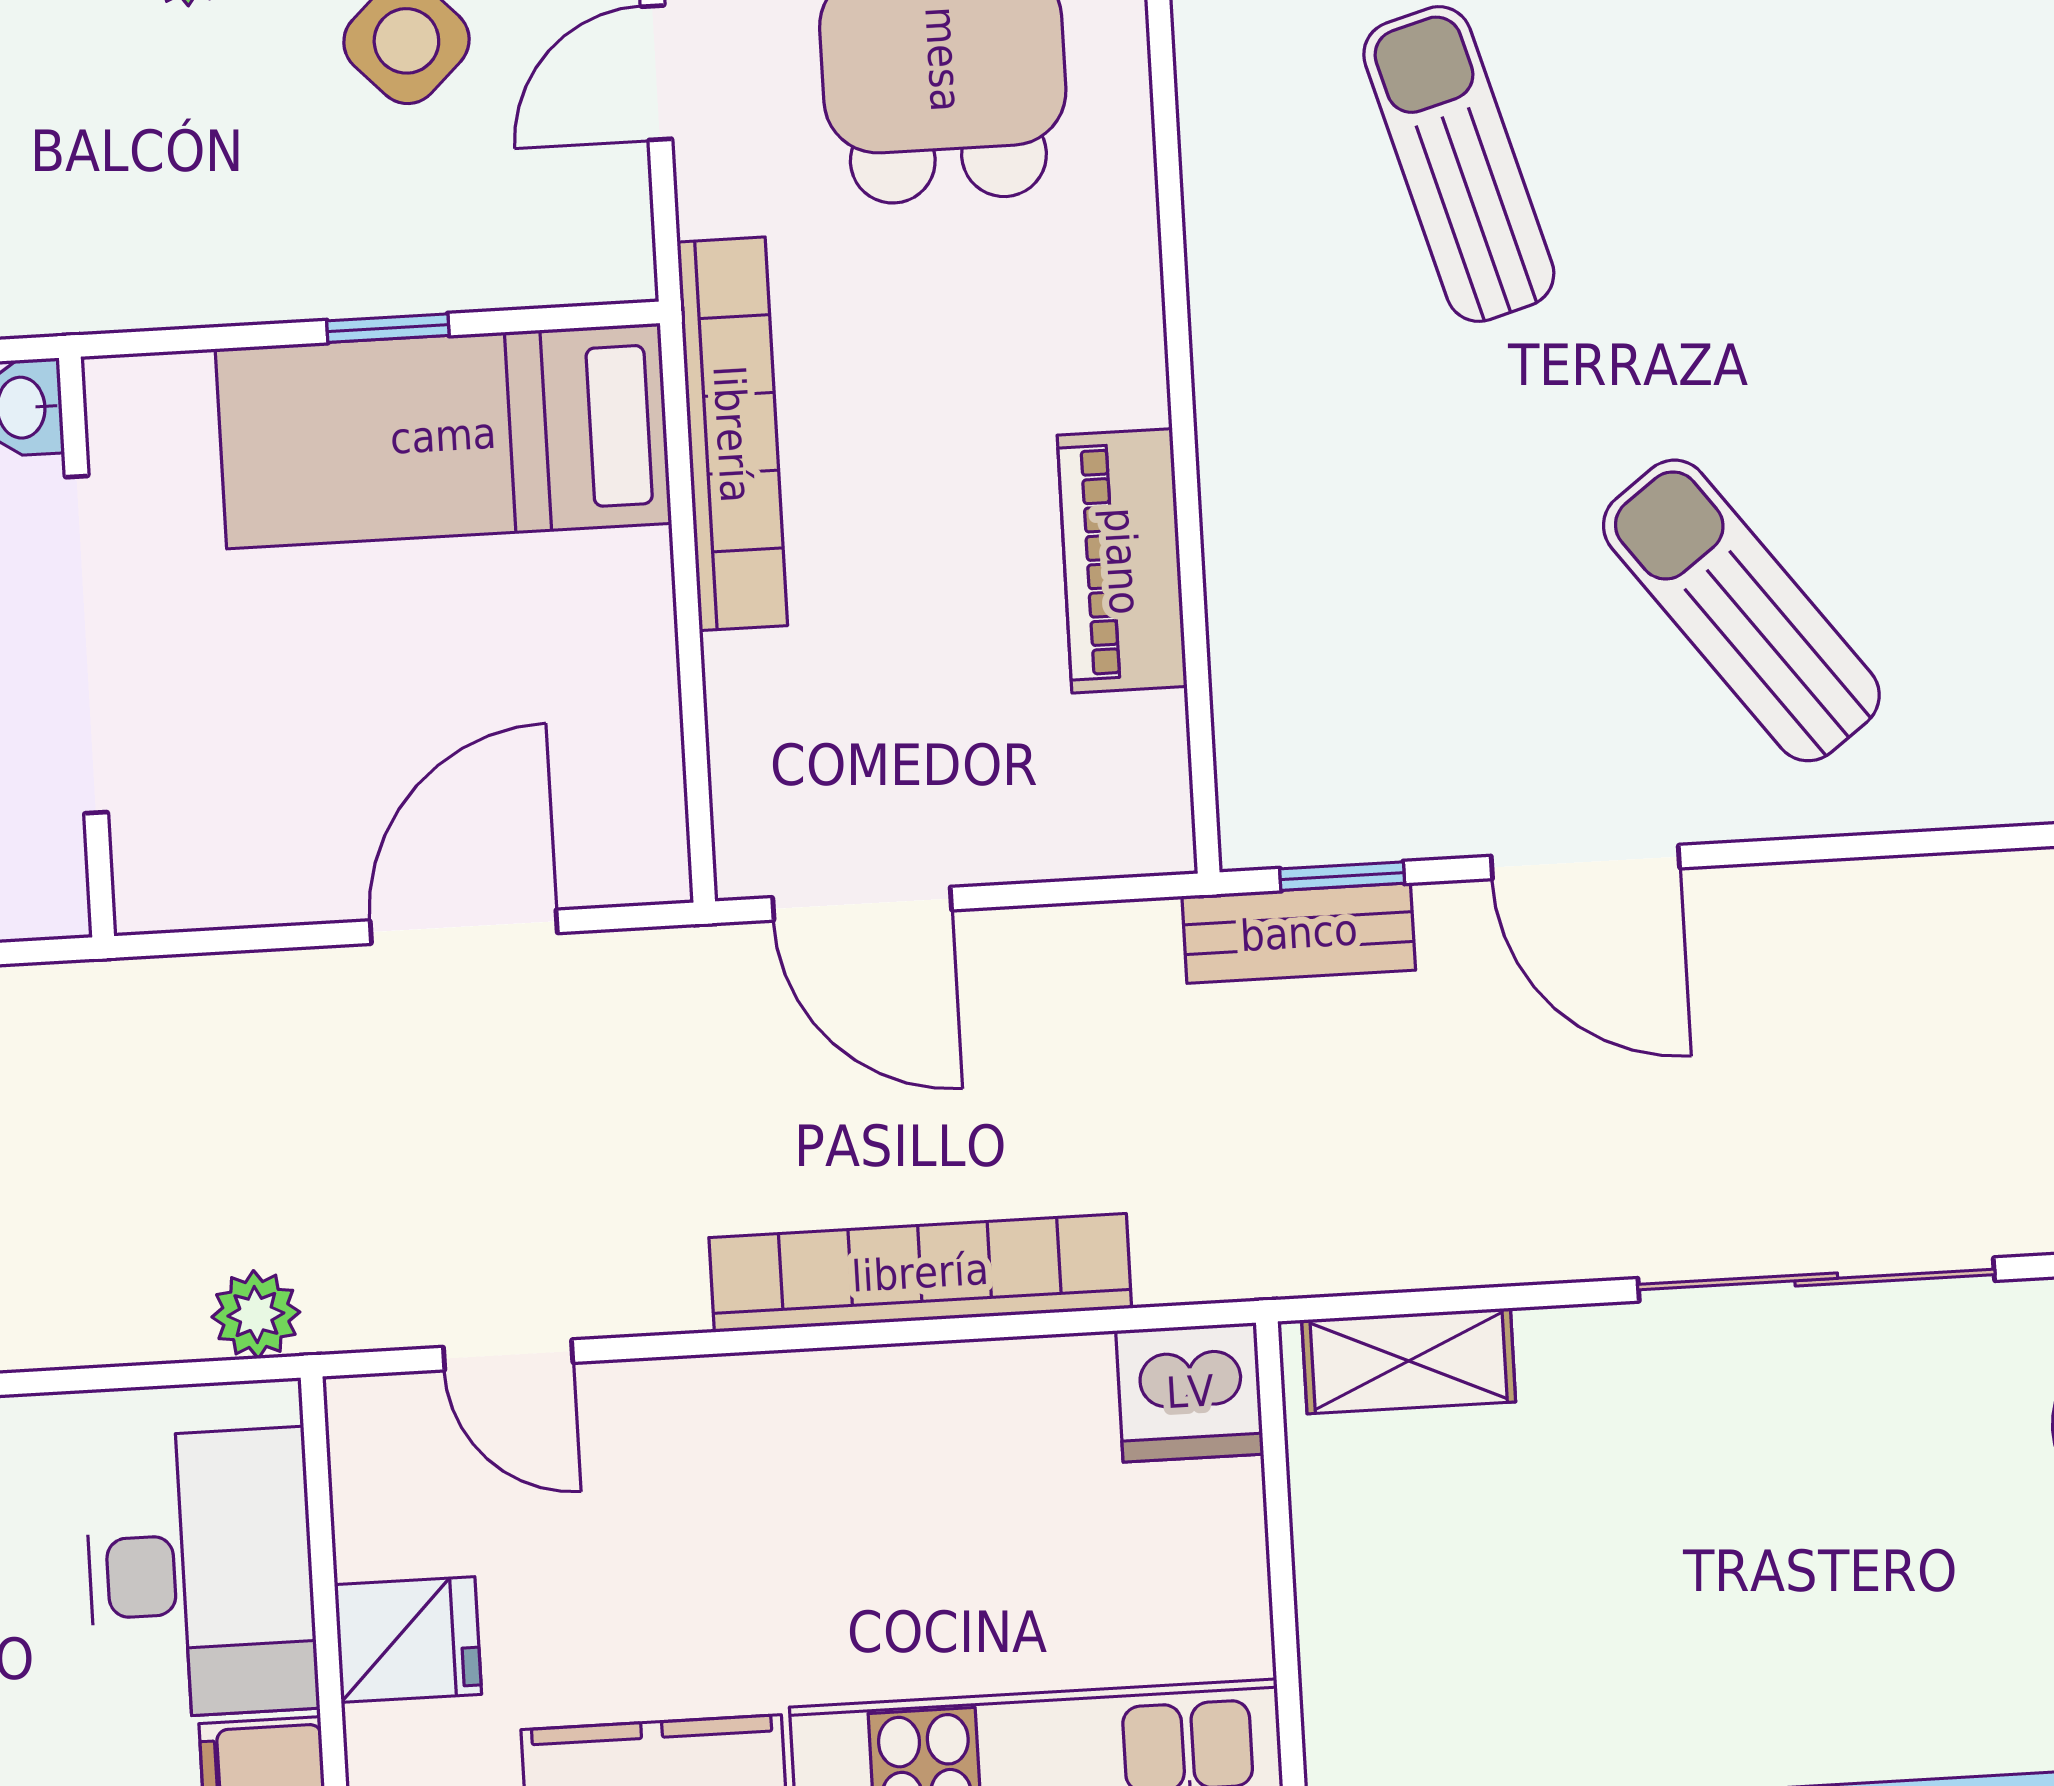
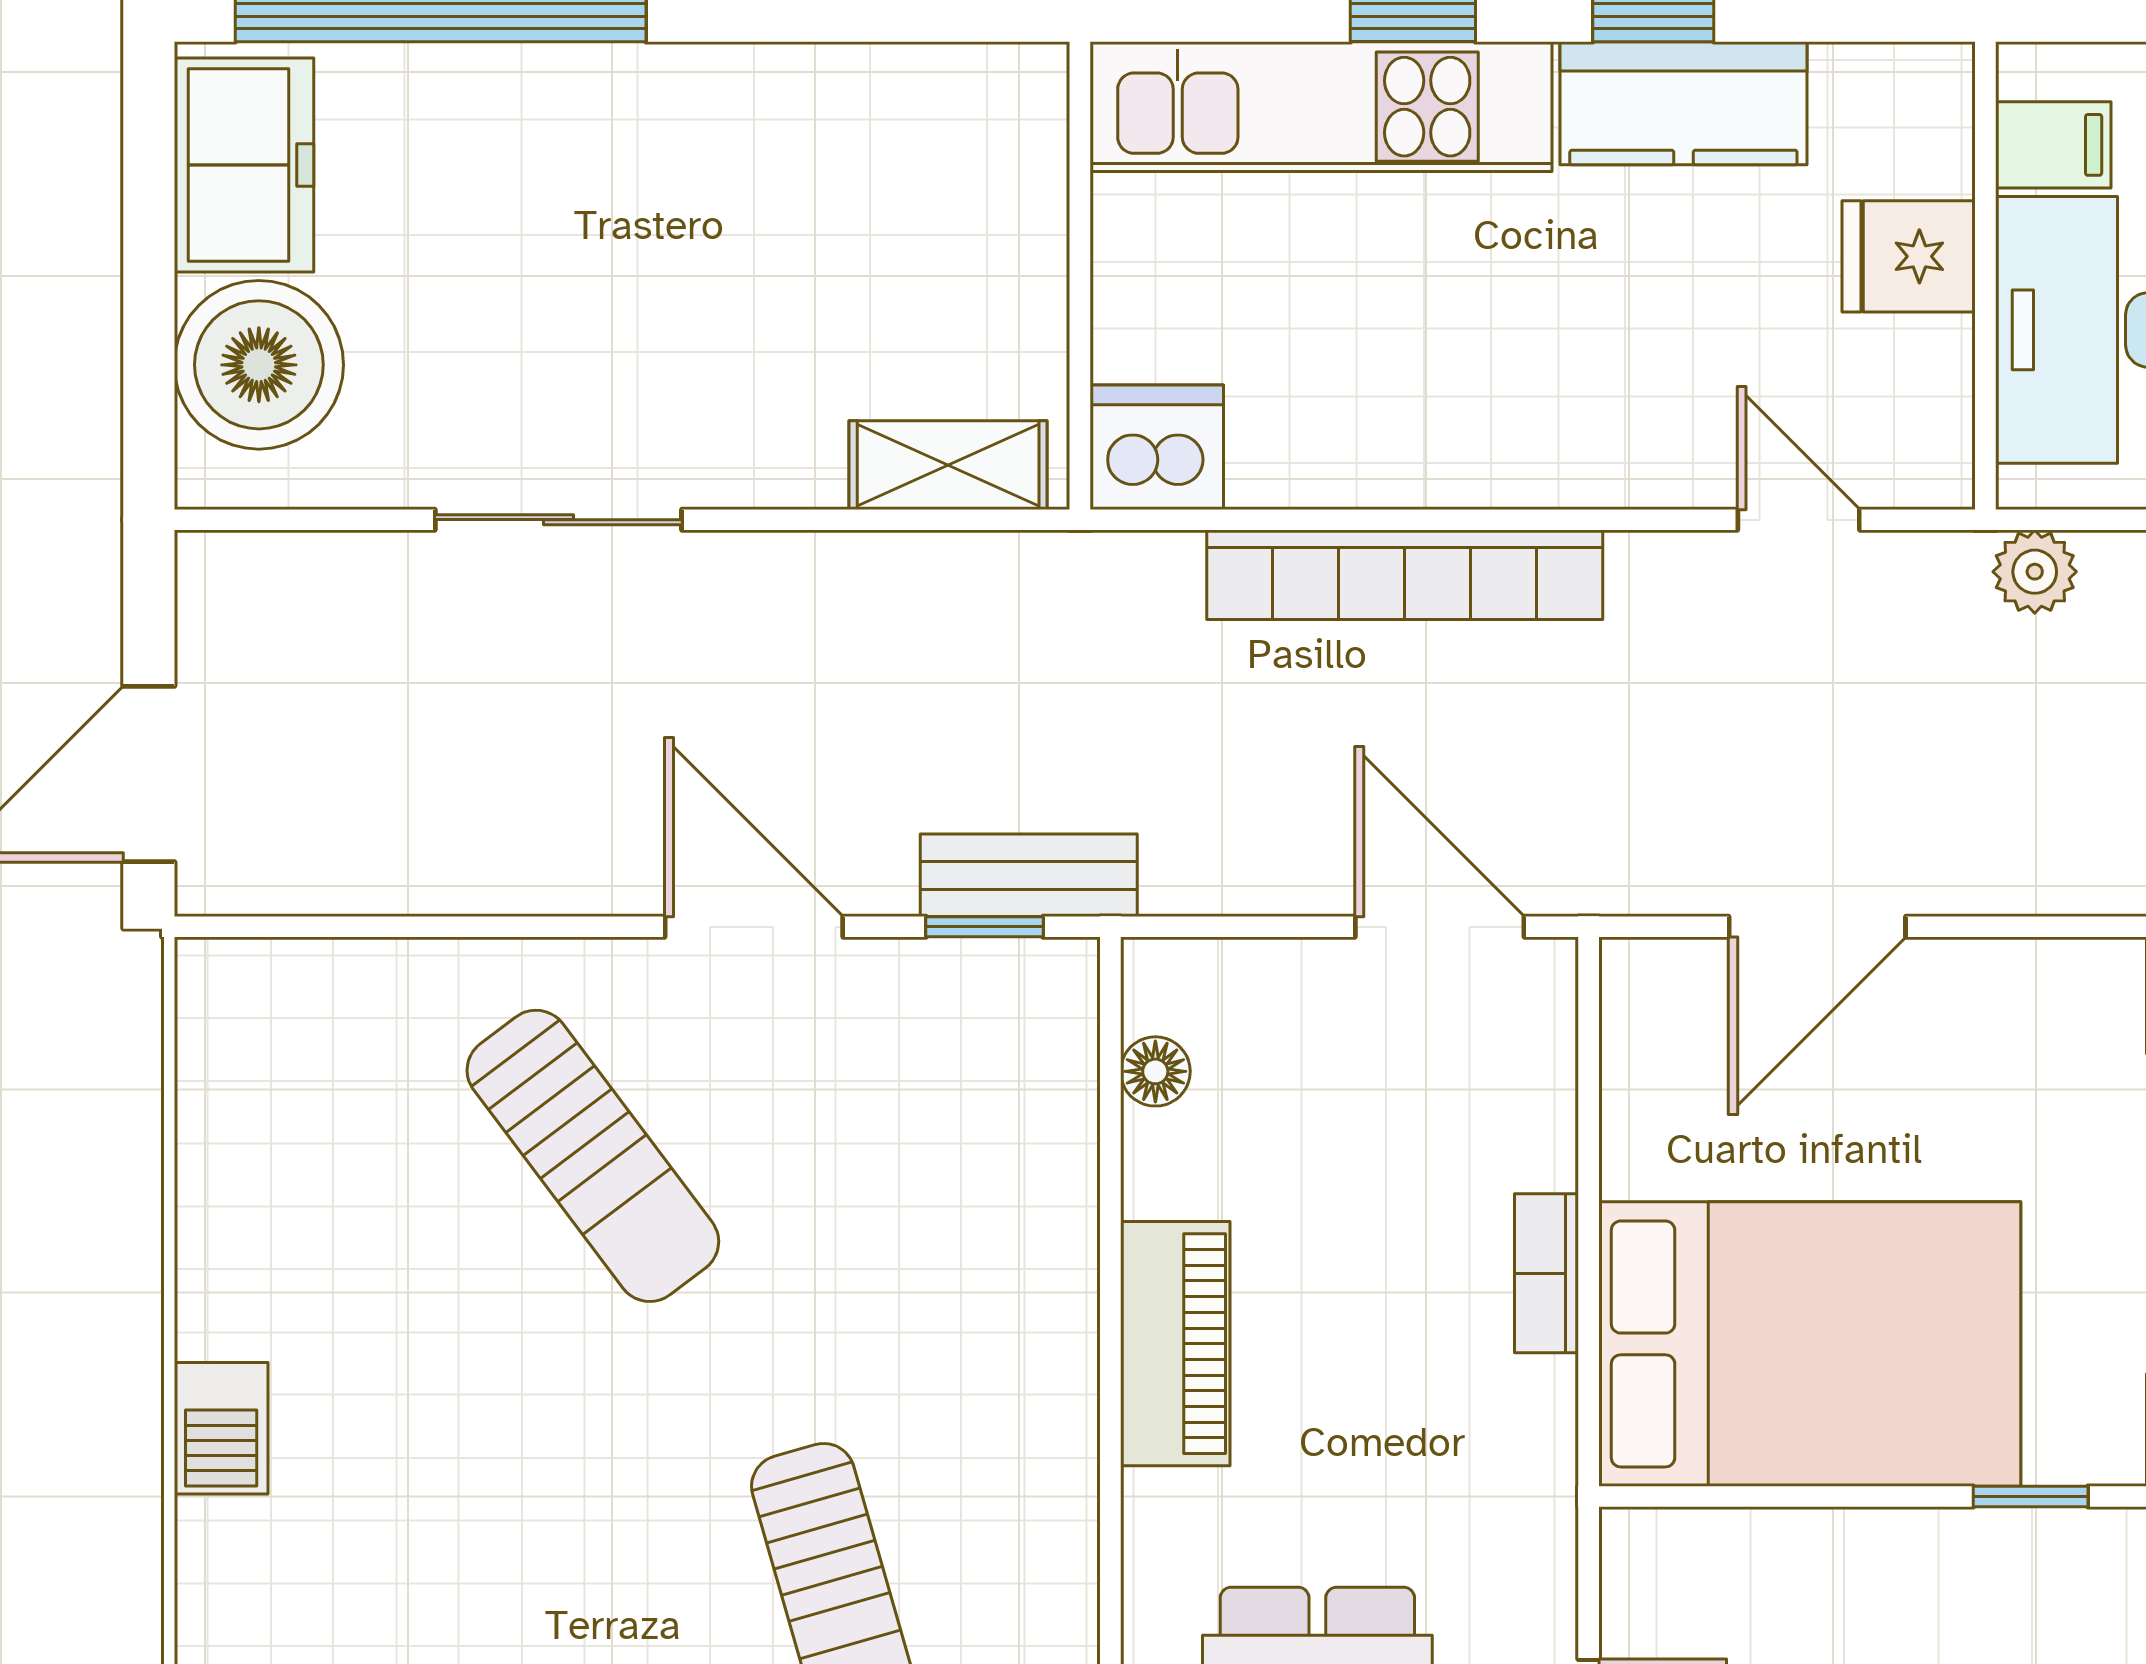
window: (388, 328) -> (2031, 1496), moved
bookcase: (732, 434) -> (1547, 1273), width x0.43, depth x0.76
bed: (443, 436) -> (1810, 1344), width x1.50
piano: (1122, 561) -> (1175, 1344), moved
floor lamp: (1153, 734) -> (1155, 1071), added
sliding door: (1816, 1280) -> (558, 520), width x0.73

